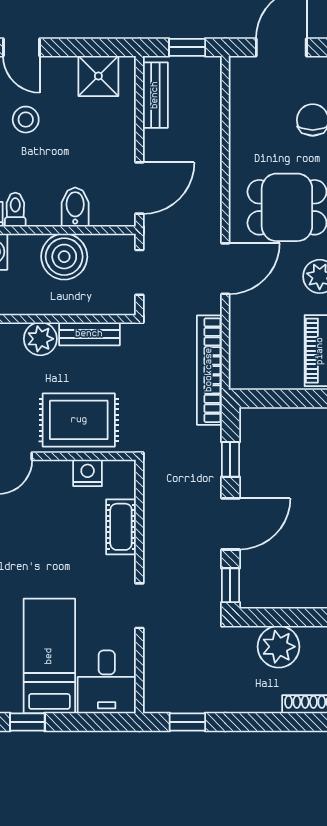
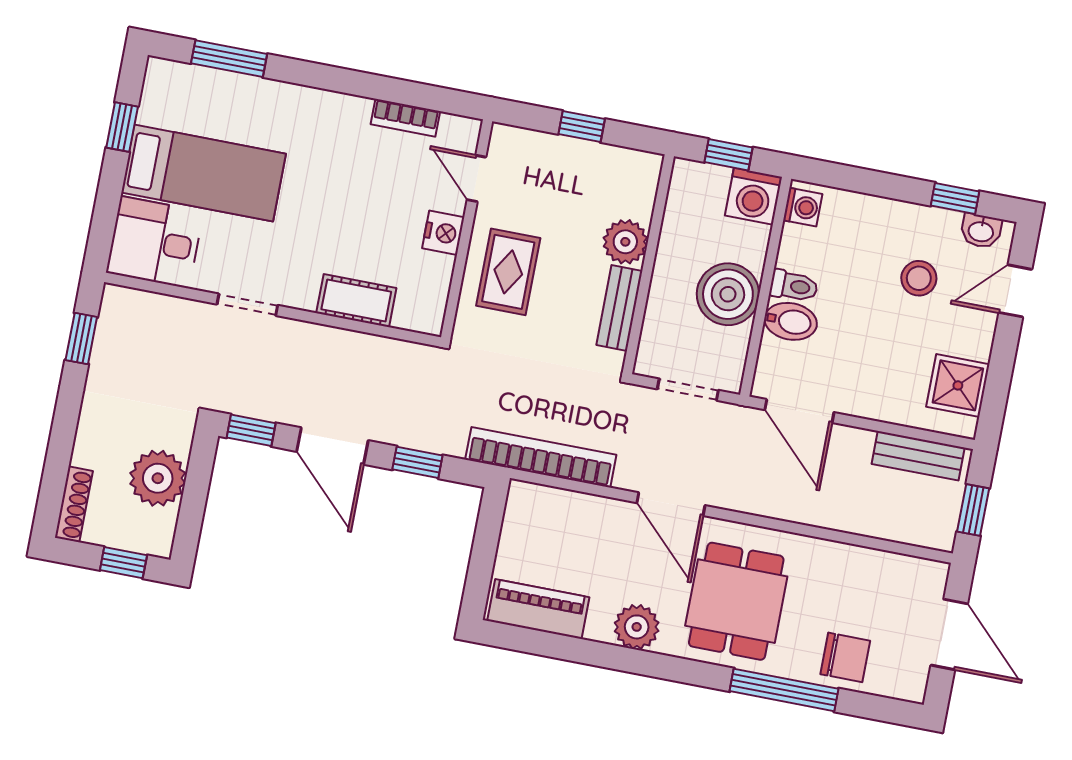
toilet: (15, 210) -> (794, 286), moved
rug: (79, 420) -> (508, 272), width x0.73, depth x0.70
nightstand: (88, 473) -> (443, 233), moved

